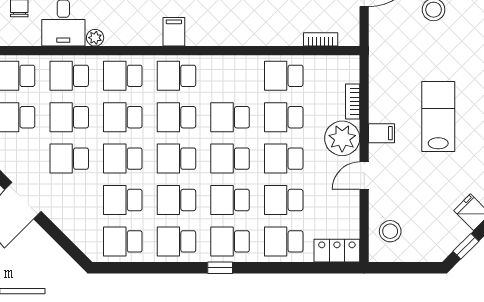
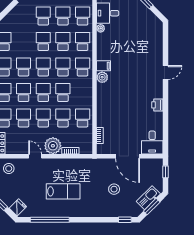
plant: (198, 35) -> (102, 77), added
filing cabinet: (381, 133) -> (55, 164), removed
school desk: (123, 200) -> (24, 41), removed

